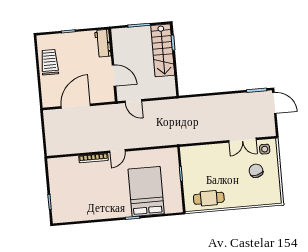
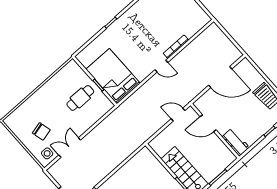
door: (76, 106) -> (220, 77), hinge flipped
door: (117, 151) -> (161, 66), swing flipped
bed: (146, 191) -> (113, 76), moved, turned 180
cafe table: (209, 198) -> (80, 98), moved

